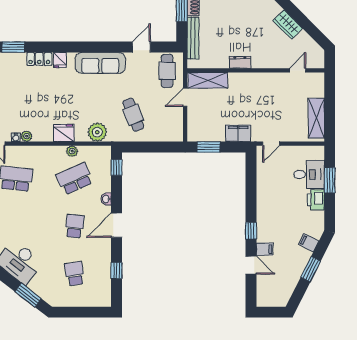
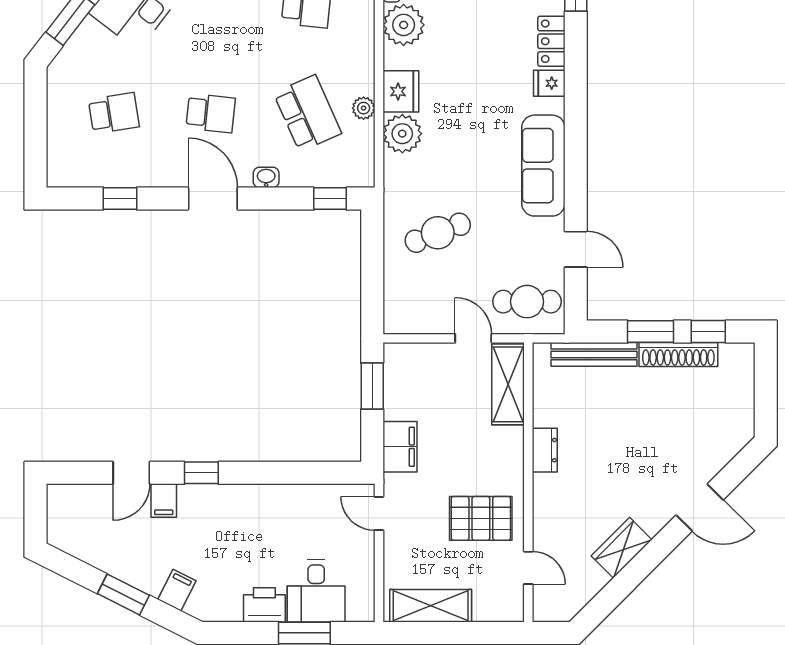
pallet: (273, 94) -> (481, 518), added
plant: (97, 132) -> (402, 134), moved
plant: (27, 136) -> (404, 25), width x1.88, depth x1.88

